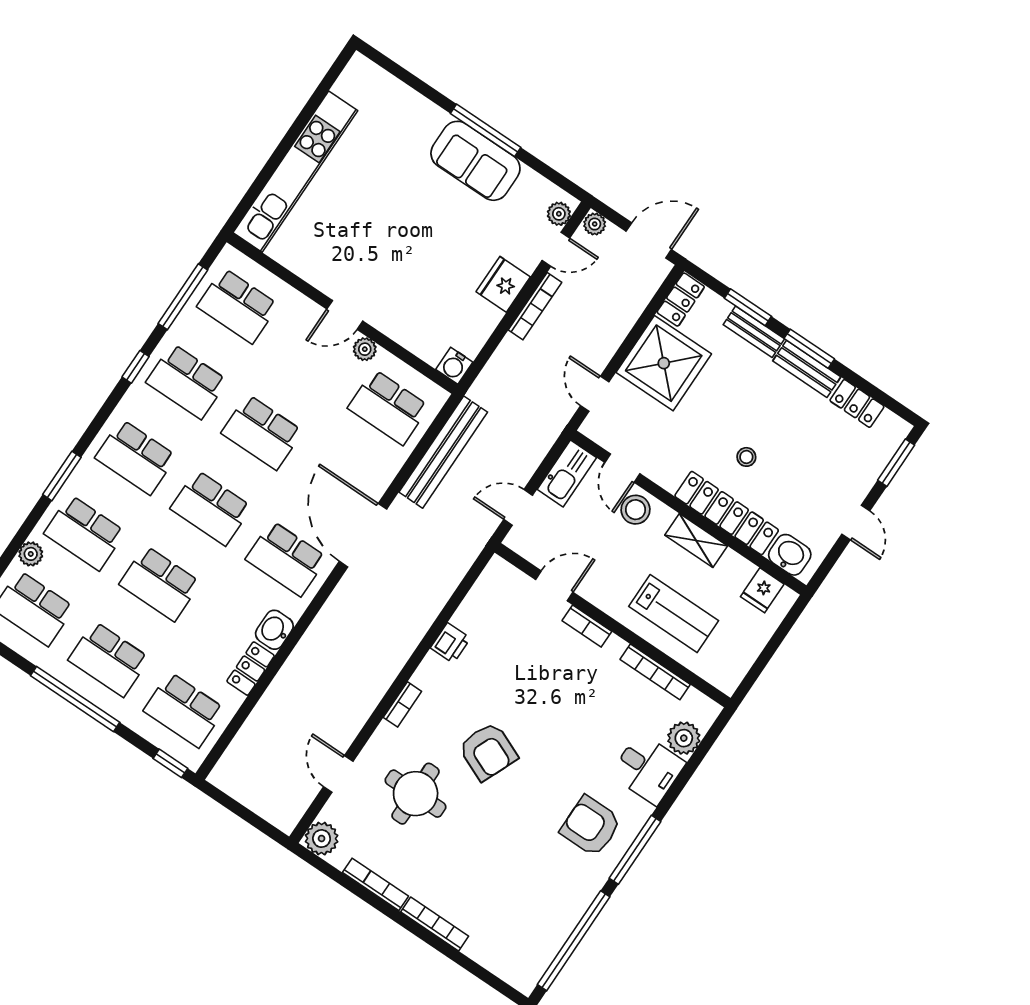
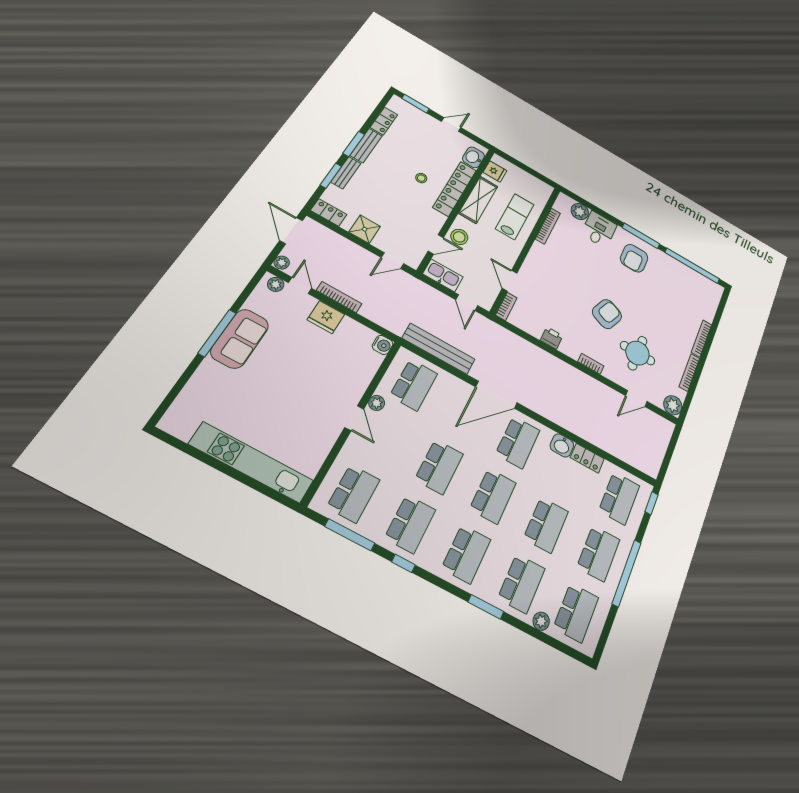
shower: (664, 363) -> (365, 229), width x0.54, depth x0.54
shelving: (696, 540) -> (478, 200), width x1.50, depth x1.33
bookcase: (587, 626) -> (506, 306), moved

